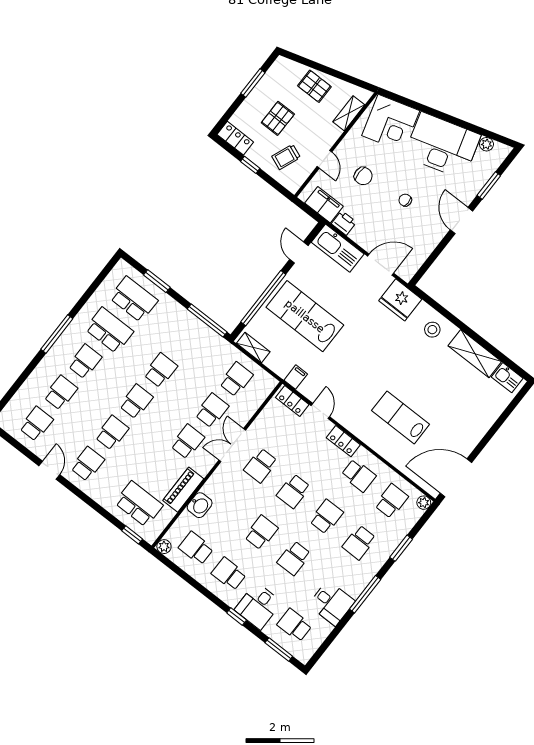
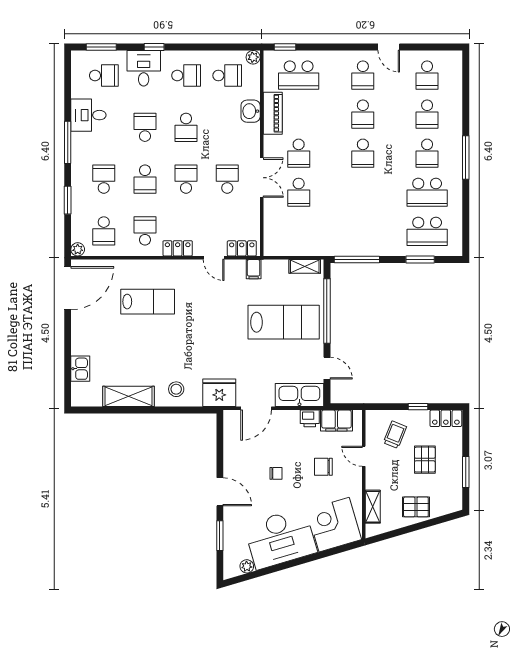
school desk: (161, 370) -> (363, 192), removed
kitchen sink: (507, 378) -> (80, 369), moved, turned 90
school desk: (236, 379) -> (299, 231), removed
school desk: (359, 475) -> (145, 231), turned 90

